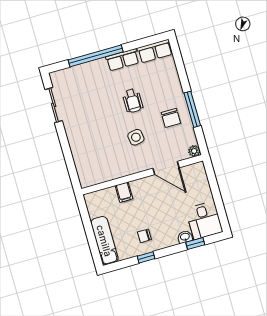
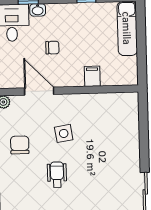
chair: (144, 236) -> (52, 48), moved

